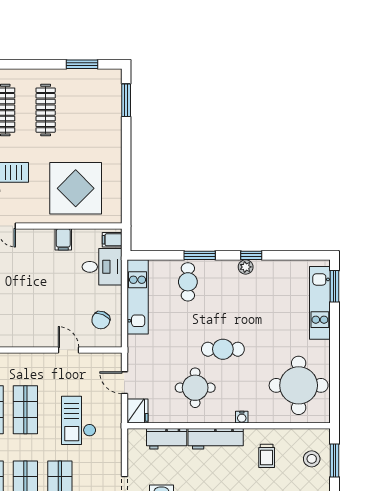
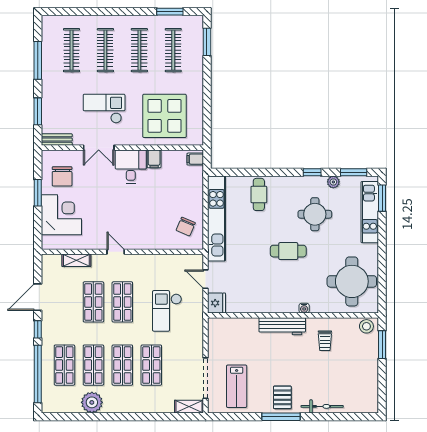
clothes rail: (86, 110) -> (173, 50), added
window: (200, 255) -> (354, 172), moved
desk: (102, 267) -> (131, 166), moved, turned -90
plant: (246, 267) -> (333, 182), moved
kitchen unit: (138, 297) -> (217, 218), width x1.36
door: (69, 350) -> (116, 252), moved
round table: (195, 388) -> (315, 214), moved
workbench: (167, 439) -> (241, 326), removed
stool: (312, 459) -> (366, 326), moved

